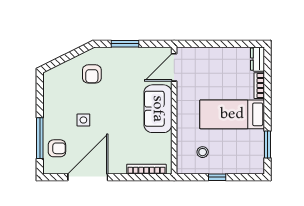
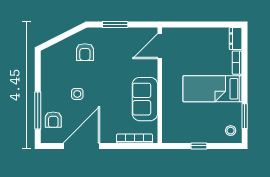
sofa: (158, 109) -> (145, 99), moved
armchair: (57, 148) -> (53, 120), turned 90
stool: (203, 152) -> (231, 131), moved

